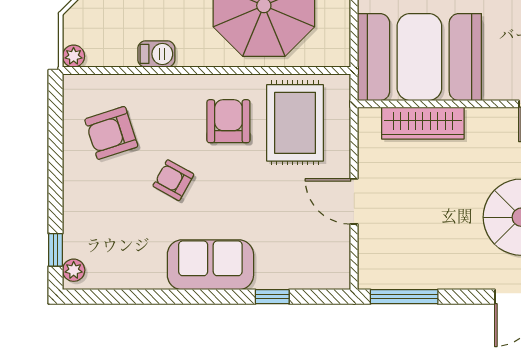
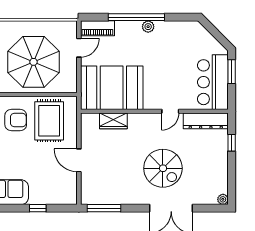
armchair: (228, 121) -> (16, 120), turned 90
wardrobe: (423, 123) -> (113, 121), width x0.67

